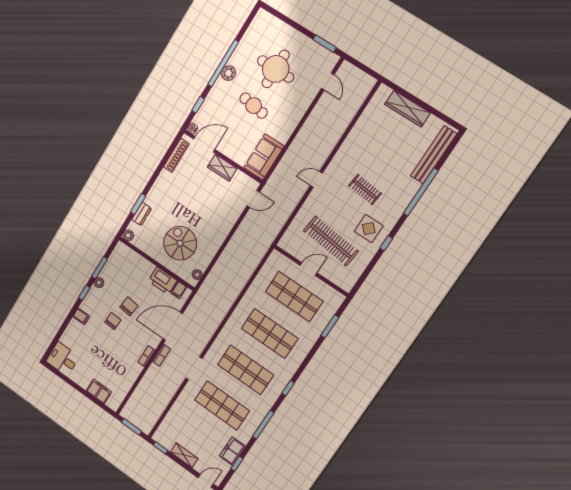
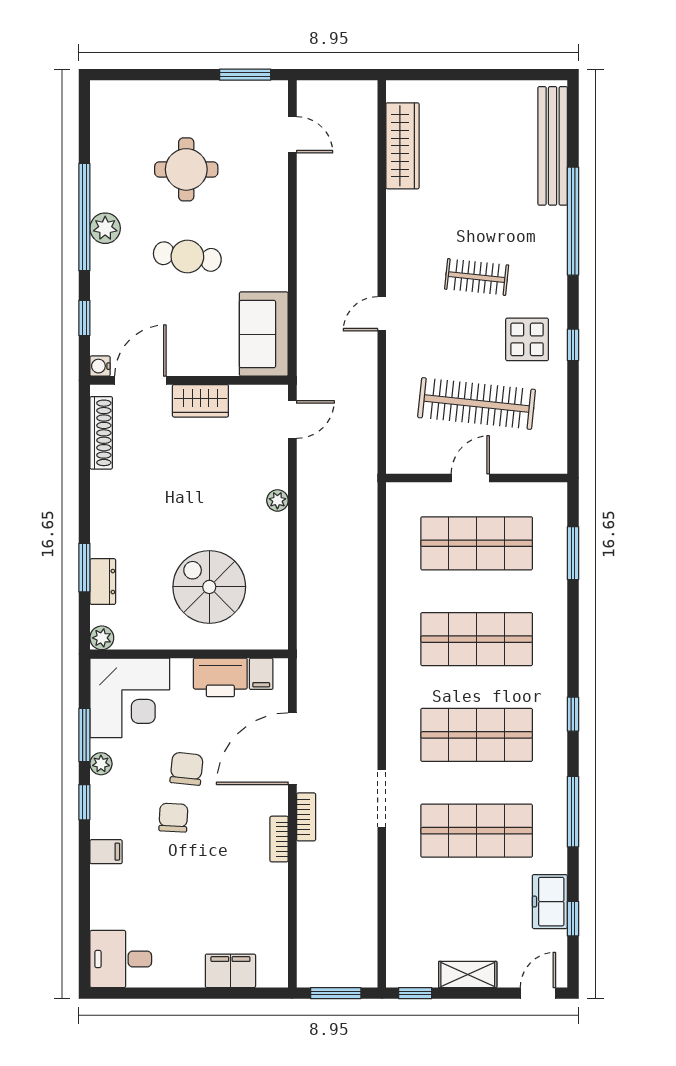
round table: (276, 69) -> (186, 169), width x0.73, depth x0.73
wardrobe: (408, 109) -> (403, 146), moved, turned -90
corner desk: (124, 265) -> (130, 698), added
plant: (197, 275) -> (277, 500), moved

